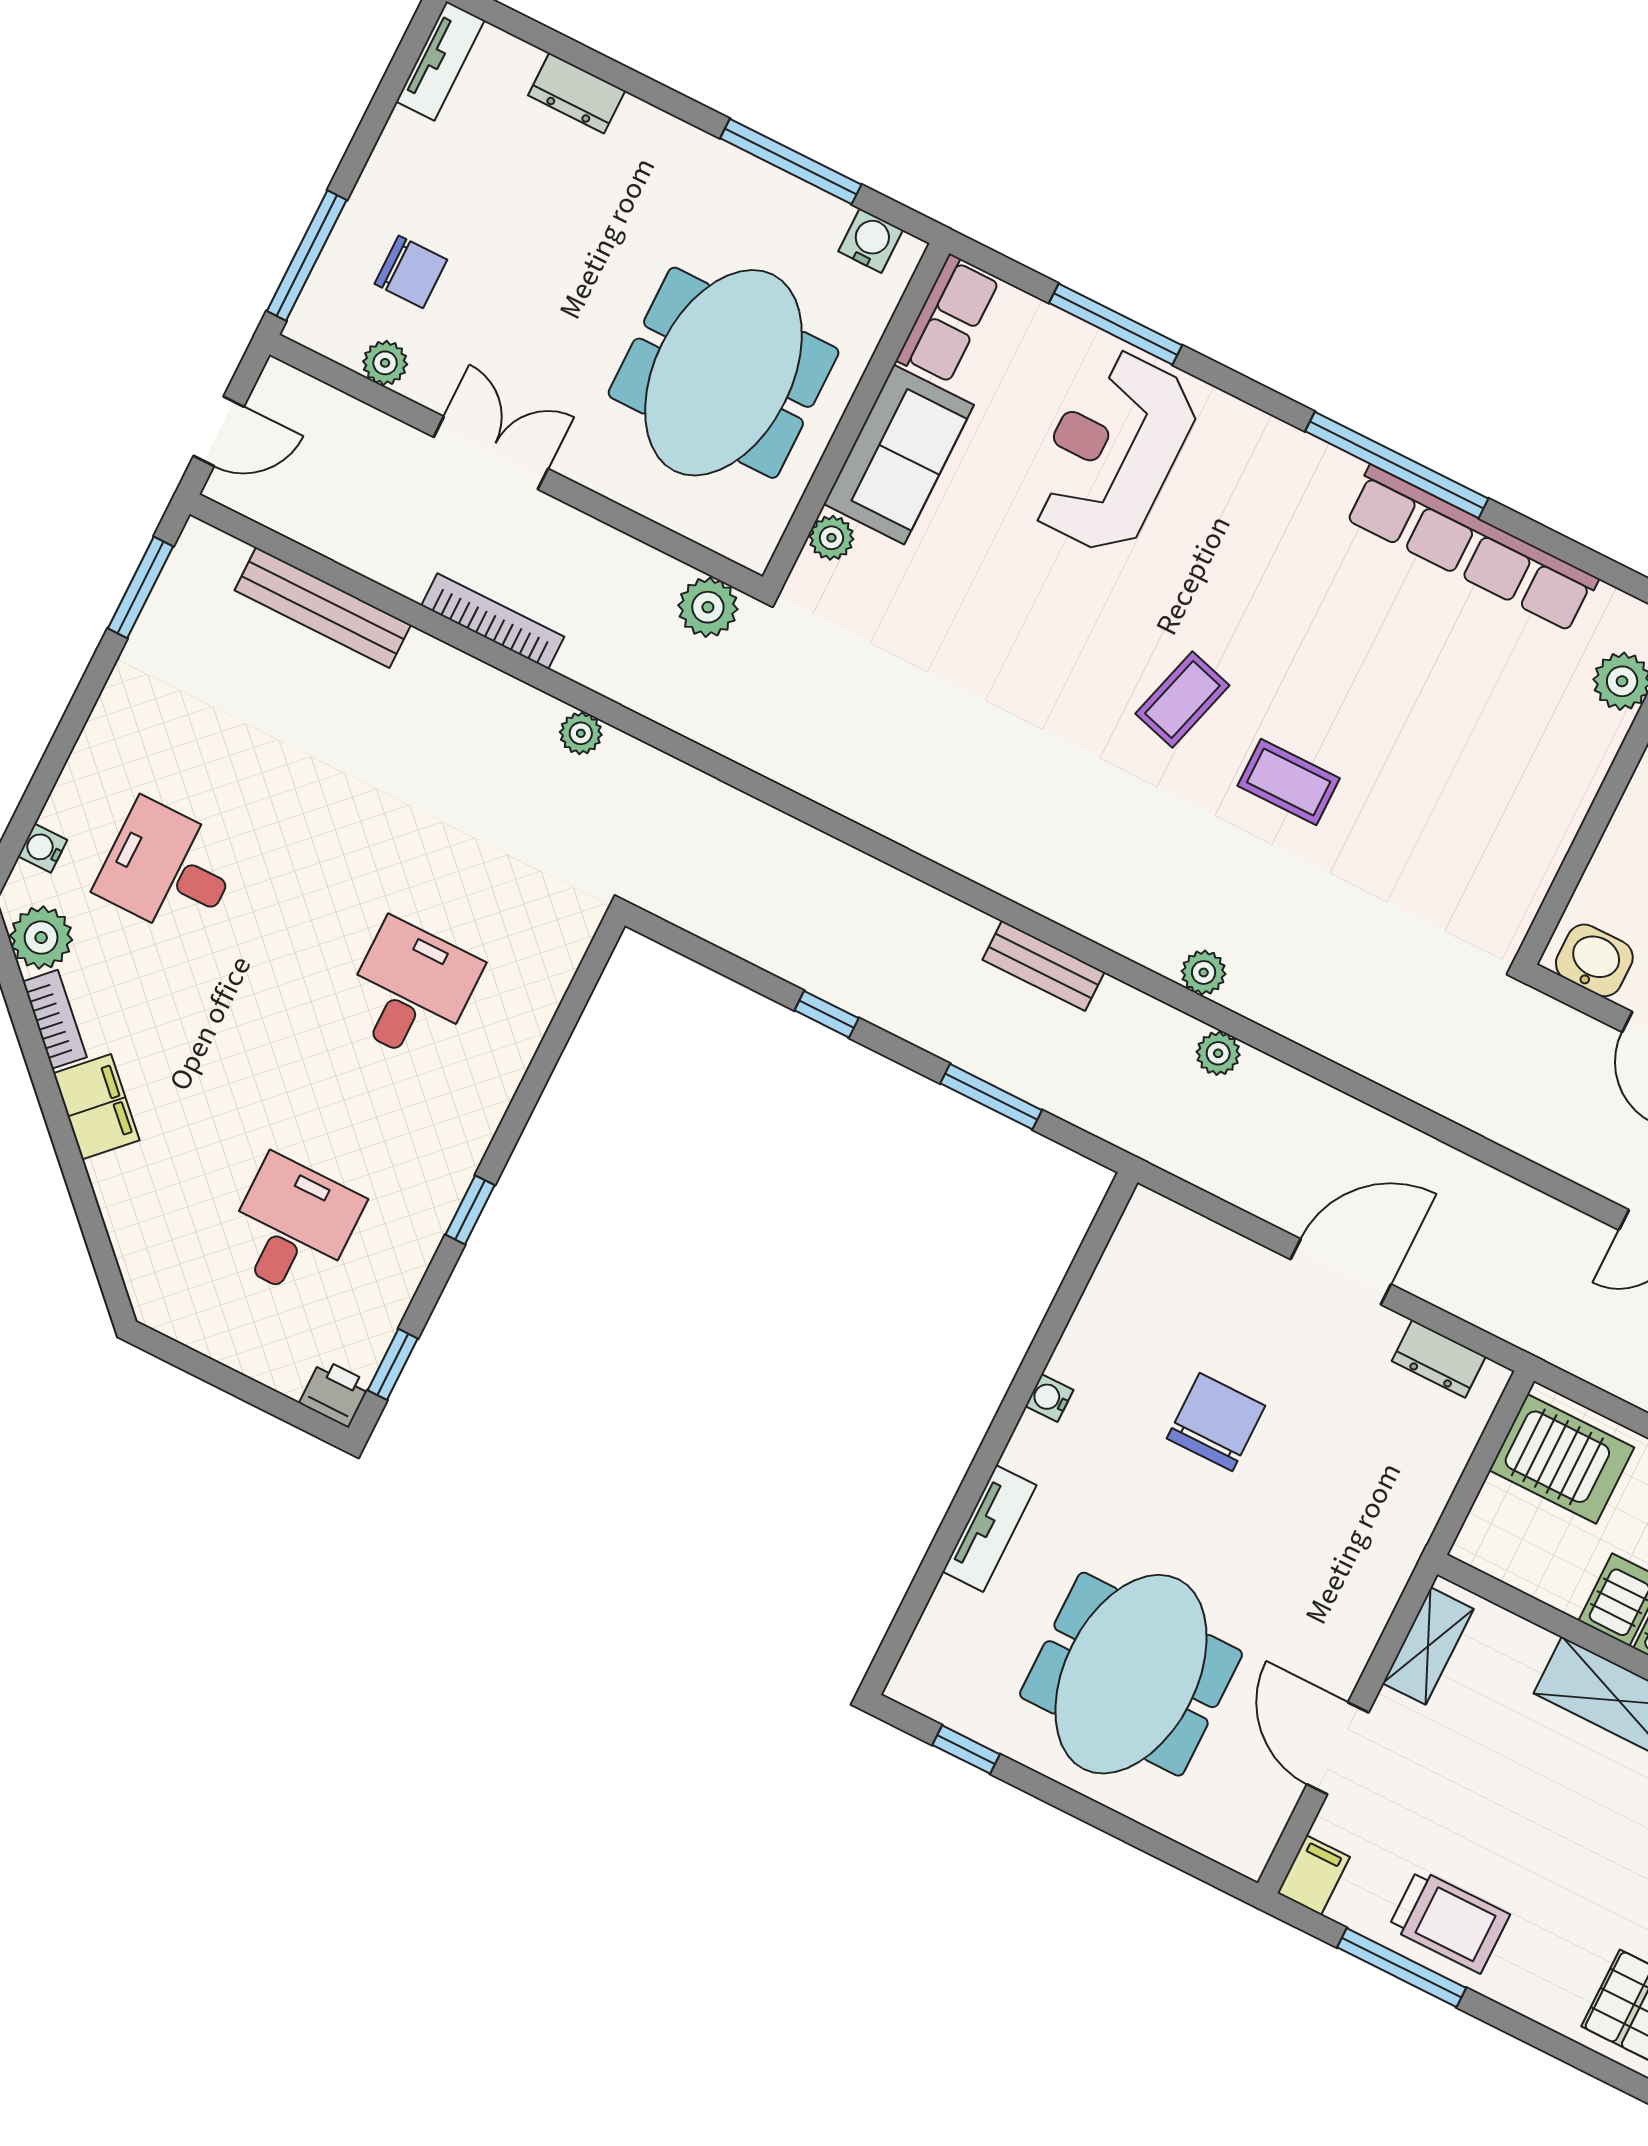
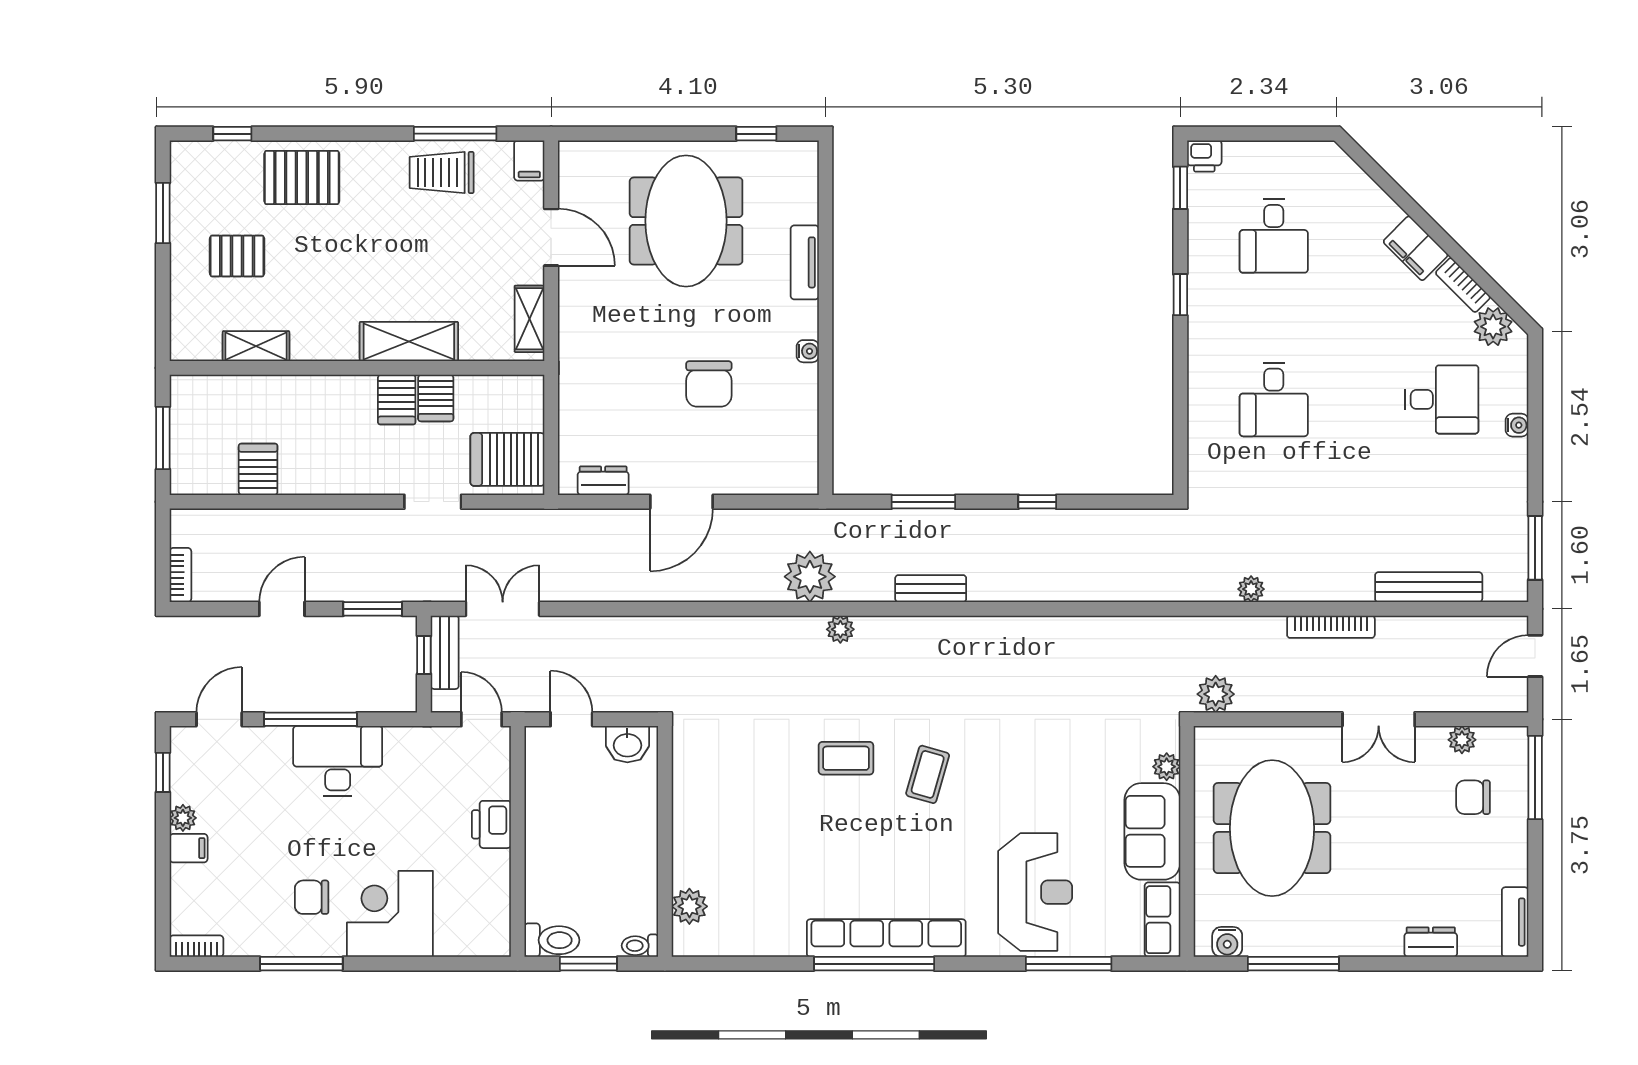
row of seats: (1471, 548) -> (886, 938), moved
water cooler: (43, 848) -> (1517, 425), moved
plant: (1218, 1053) -> (810, 577), width x1.88, depth x1.88

